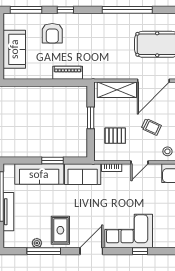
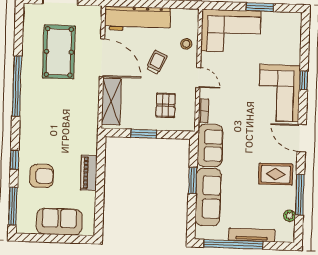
piano: (68, 73) -> (89, 173), moved
plant: (37, 243) -> (289, 216), moved

